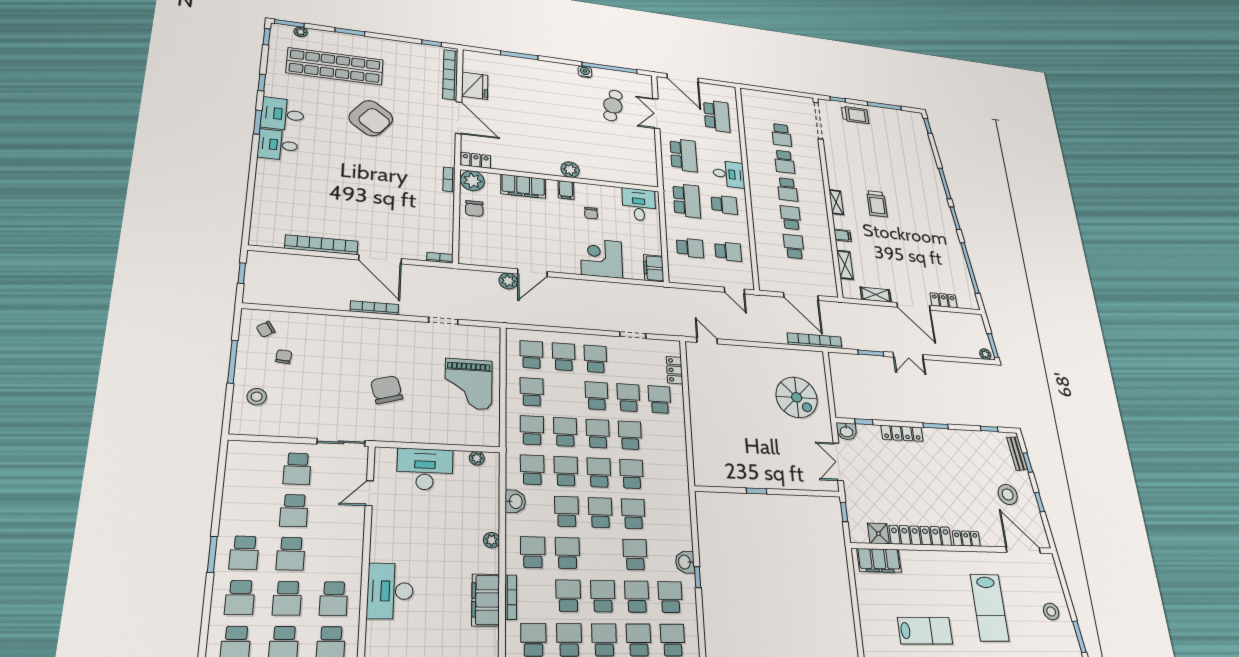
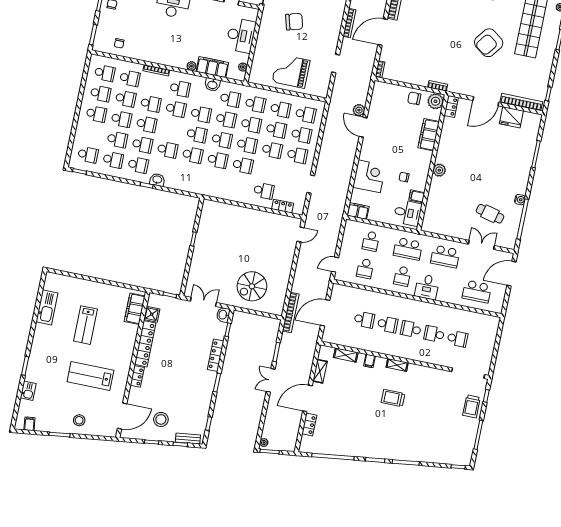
school desk: (782, 135) -> (457, 339), turned 180
filing cabinet: (566, 190) -> (417, 196), moved
school desk: (628, 398) -> (276, 130), moved
filing cabinet: (486, 600) -> (212, 67), moved

